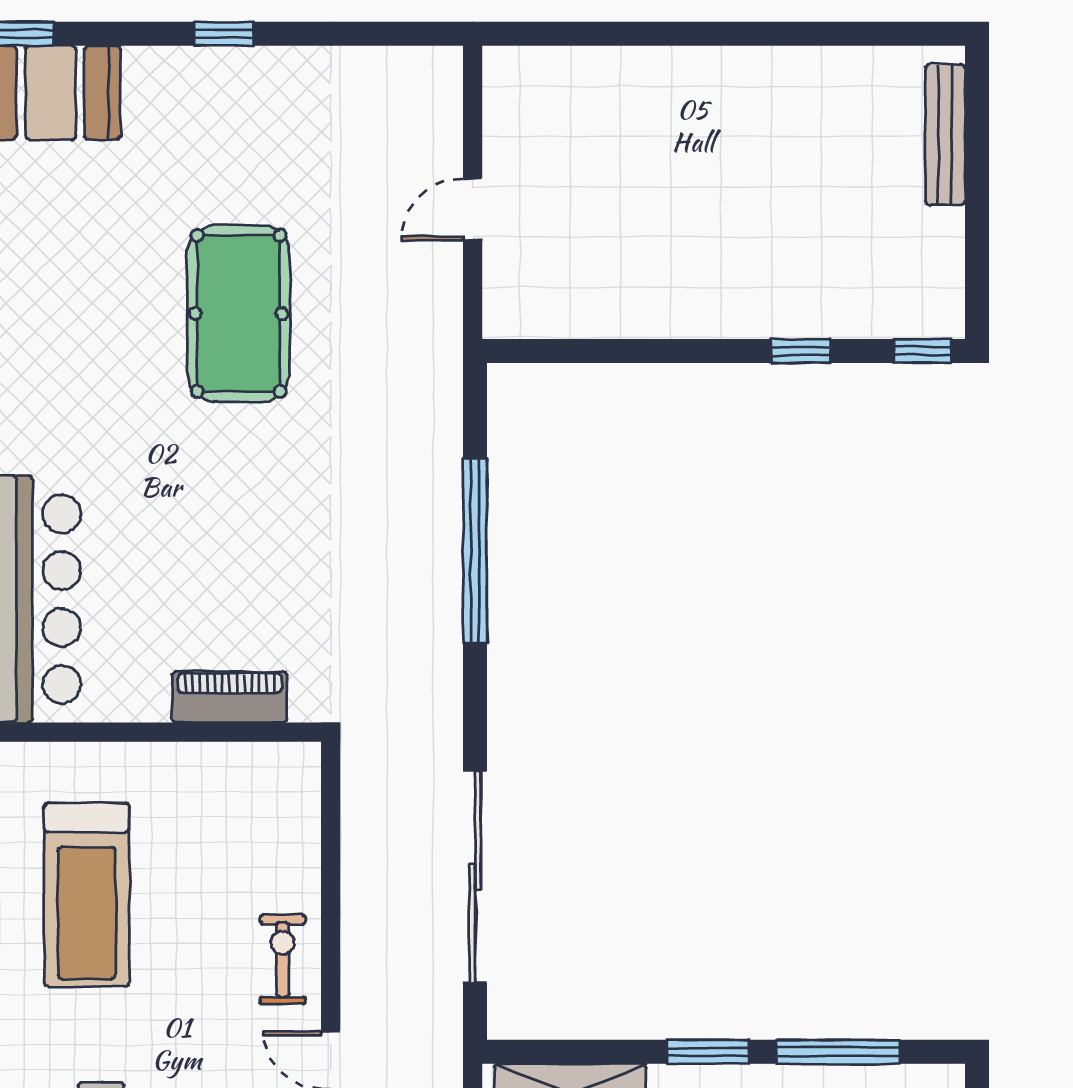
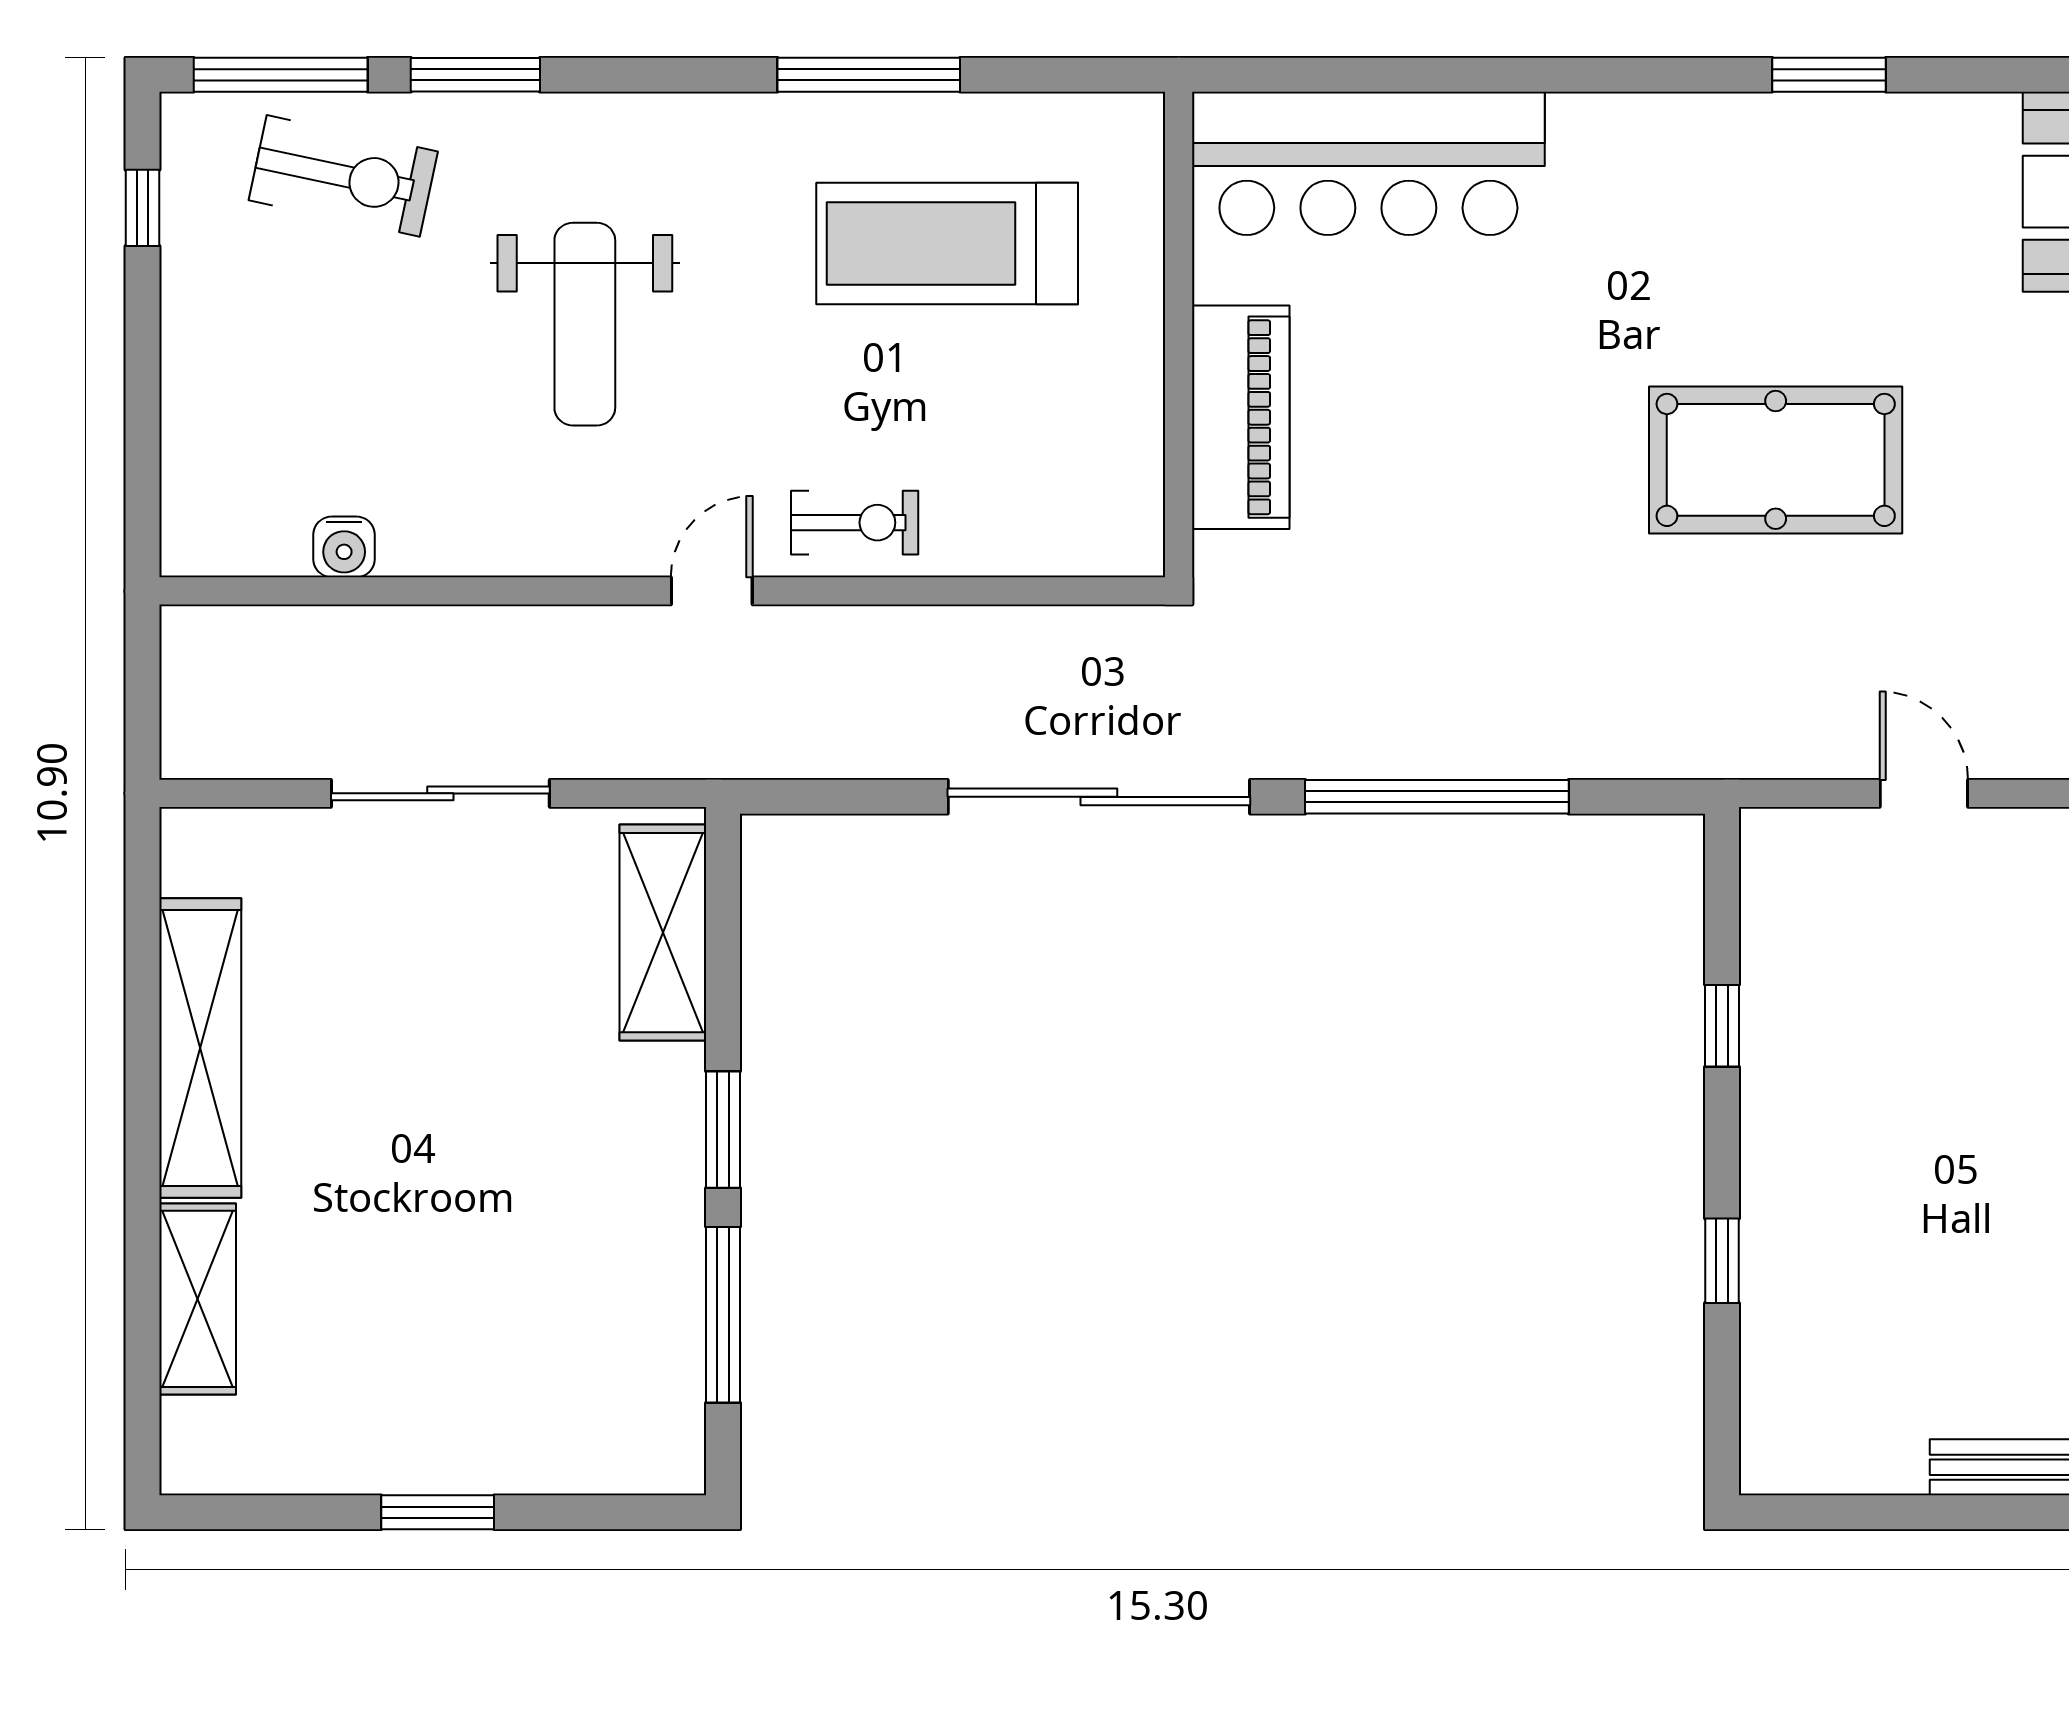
window: (922, 351) -> (1722, 1026), moved
piano: (230, 697) -> (1241, 417), width x1.37, depth x1.33
sliding door: (475, 877) -> (1099, 797), moved

